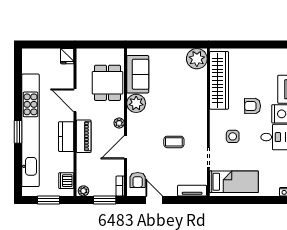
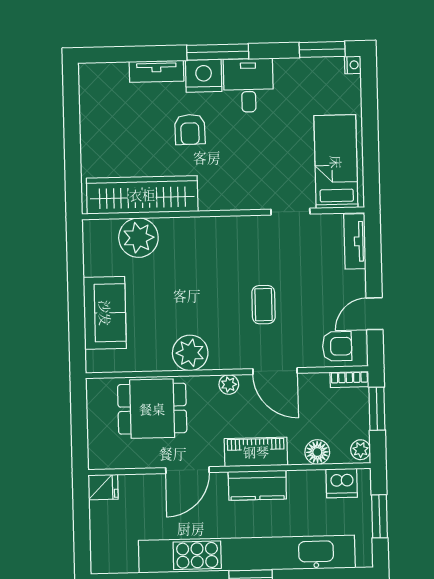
plant: (197, 59) -> (138, 238), moved
sofa: (138, 74) -> (105, 313), moved, turned 90
side table: (233, 136) -> (249, 166), removed
coffee table: (174, 142) -> (264, 305), moved
floor lamp: (83, 168) -> (317, 452), added

